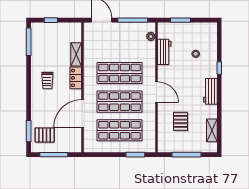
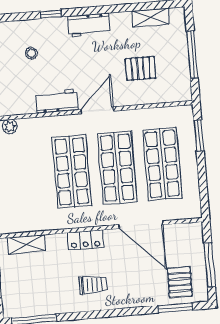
workbench: (164, 52) -> (57, 101), moved
shelving: (76, 54) -> (26, 244), moved

